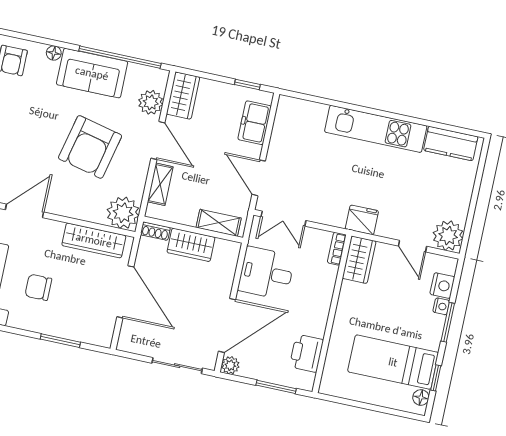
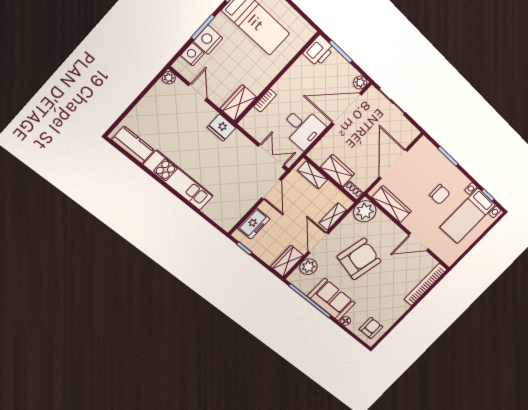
plant: (448, 236) -> (169, 78), width x0.53, depth x0.53
bookcase: (337, 249) -> (265, 101), moved
nightstand: (441, 306) -> (208, 40), width x1.89, depth x1.79
printer: (307, 353) -> (319, 51), moved

